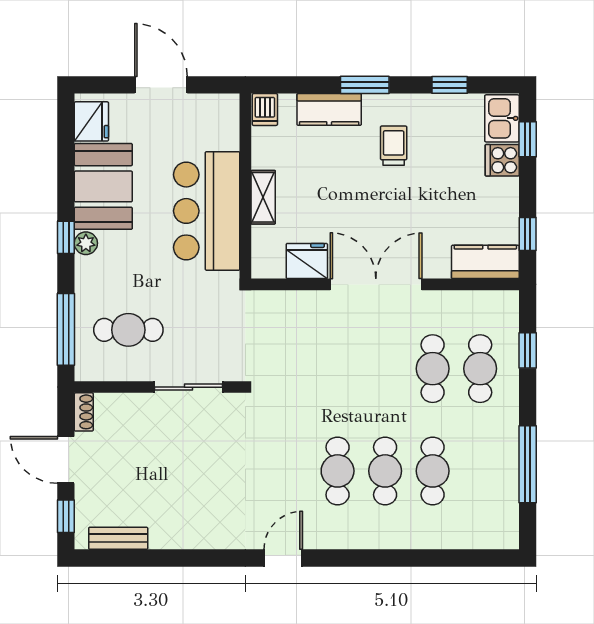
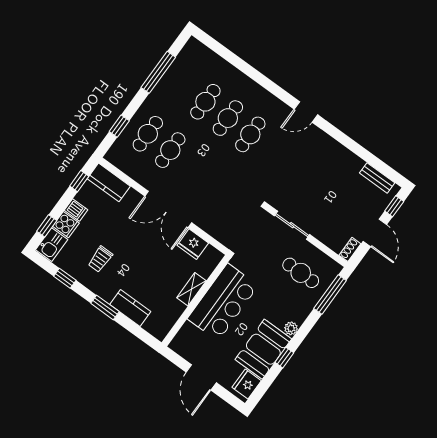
dishwasher: (265, 109) -> (76, 210), moved, turned 90
trolley: (394, 146) -> (100, 259), moved
window: (66, 237) -> (284, 358), moved

